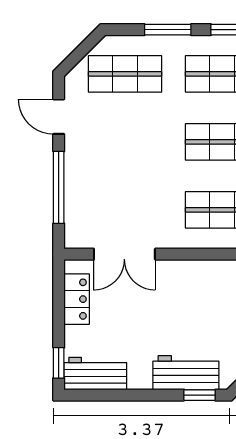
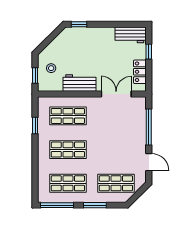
window: (59, 363) -> (149, 52), moved
workbench: (186, 373) -> (80, 83), moved, turned 180

